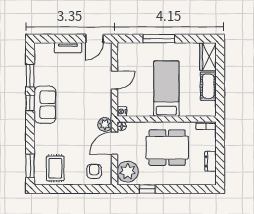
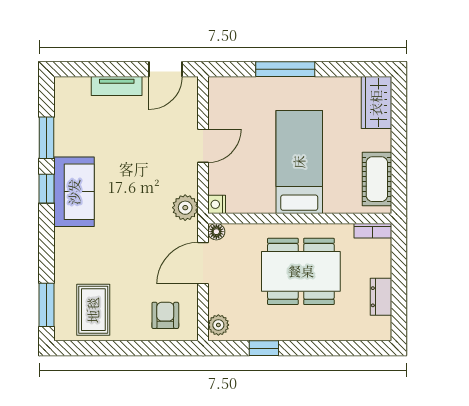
cot: (208, 86) -> (377, 179), moved
plant: (105, 124) -> (185, 208), moved
plant: (128, 172) -> (218, 325), width x0.53, depth x0.53

